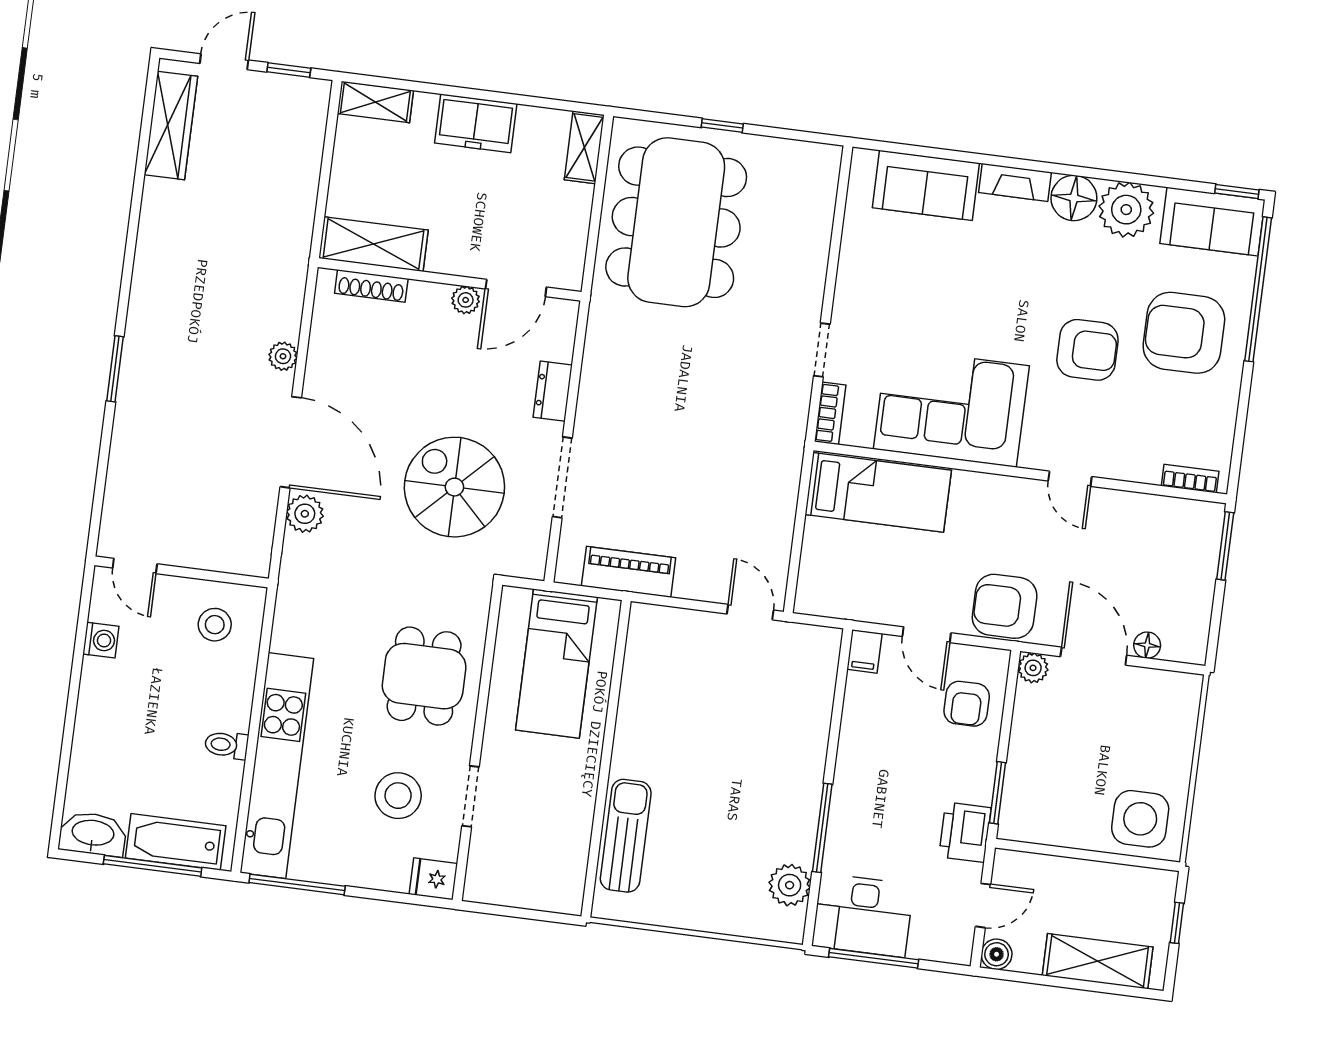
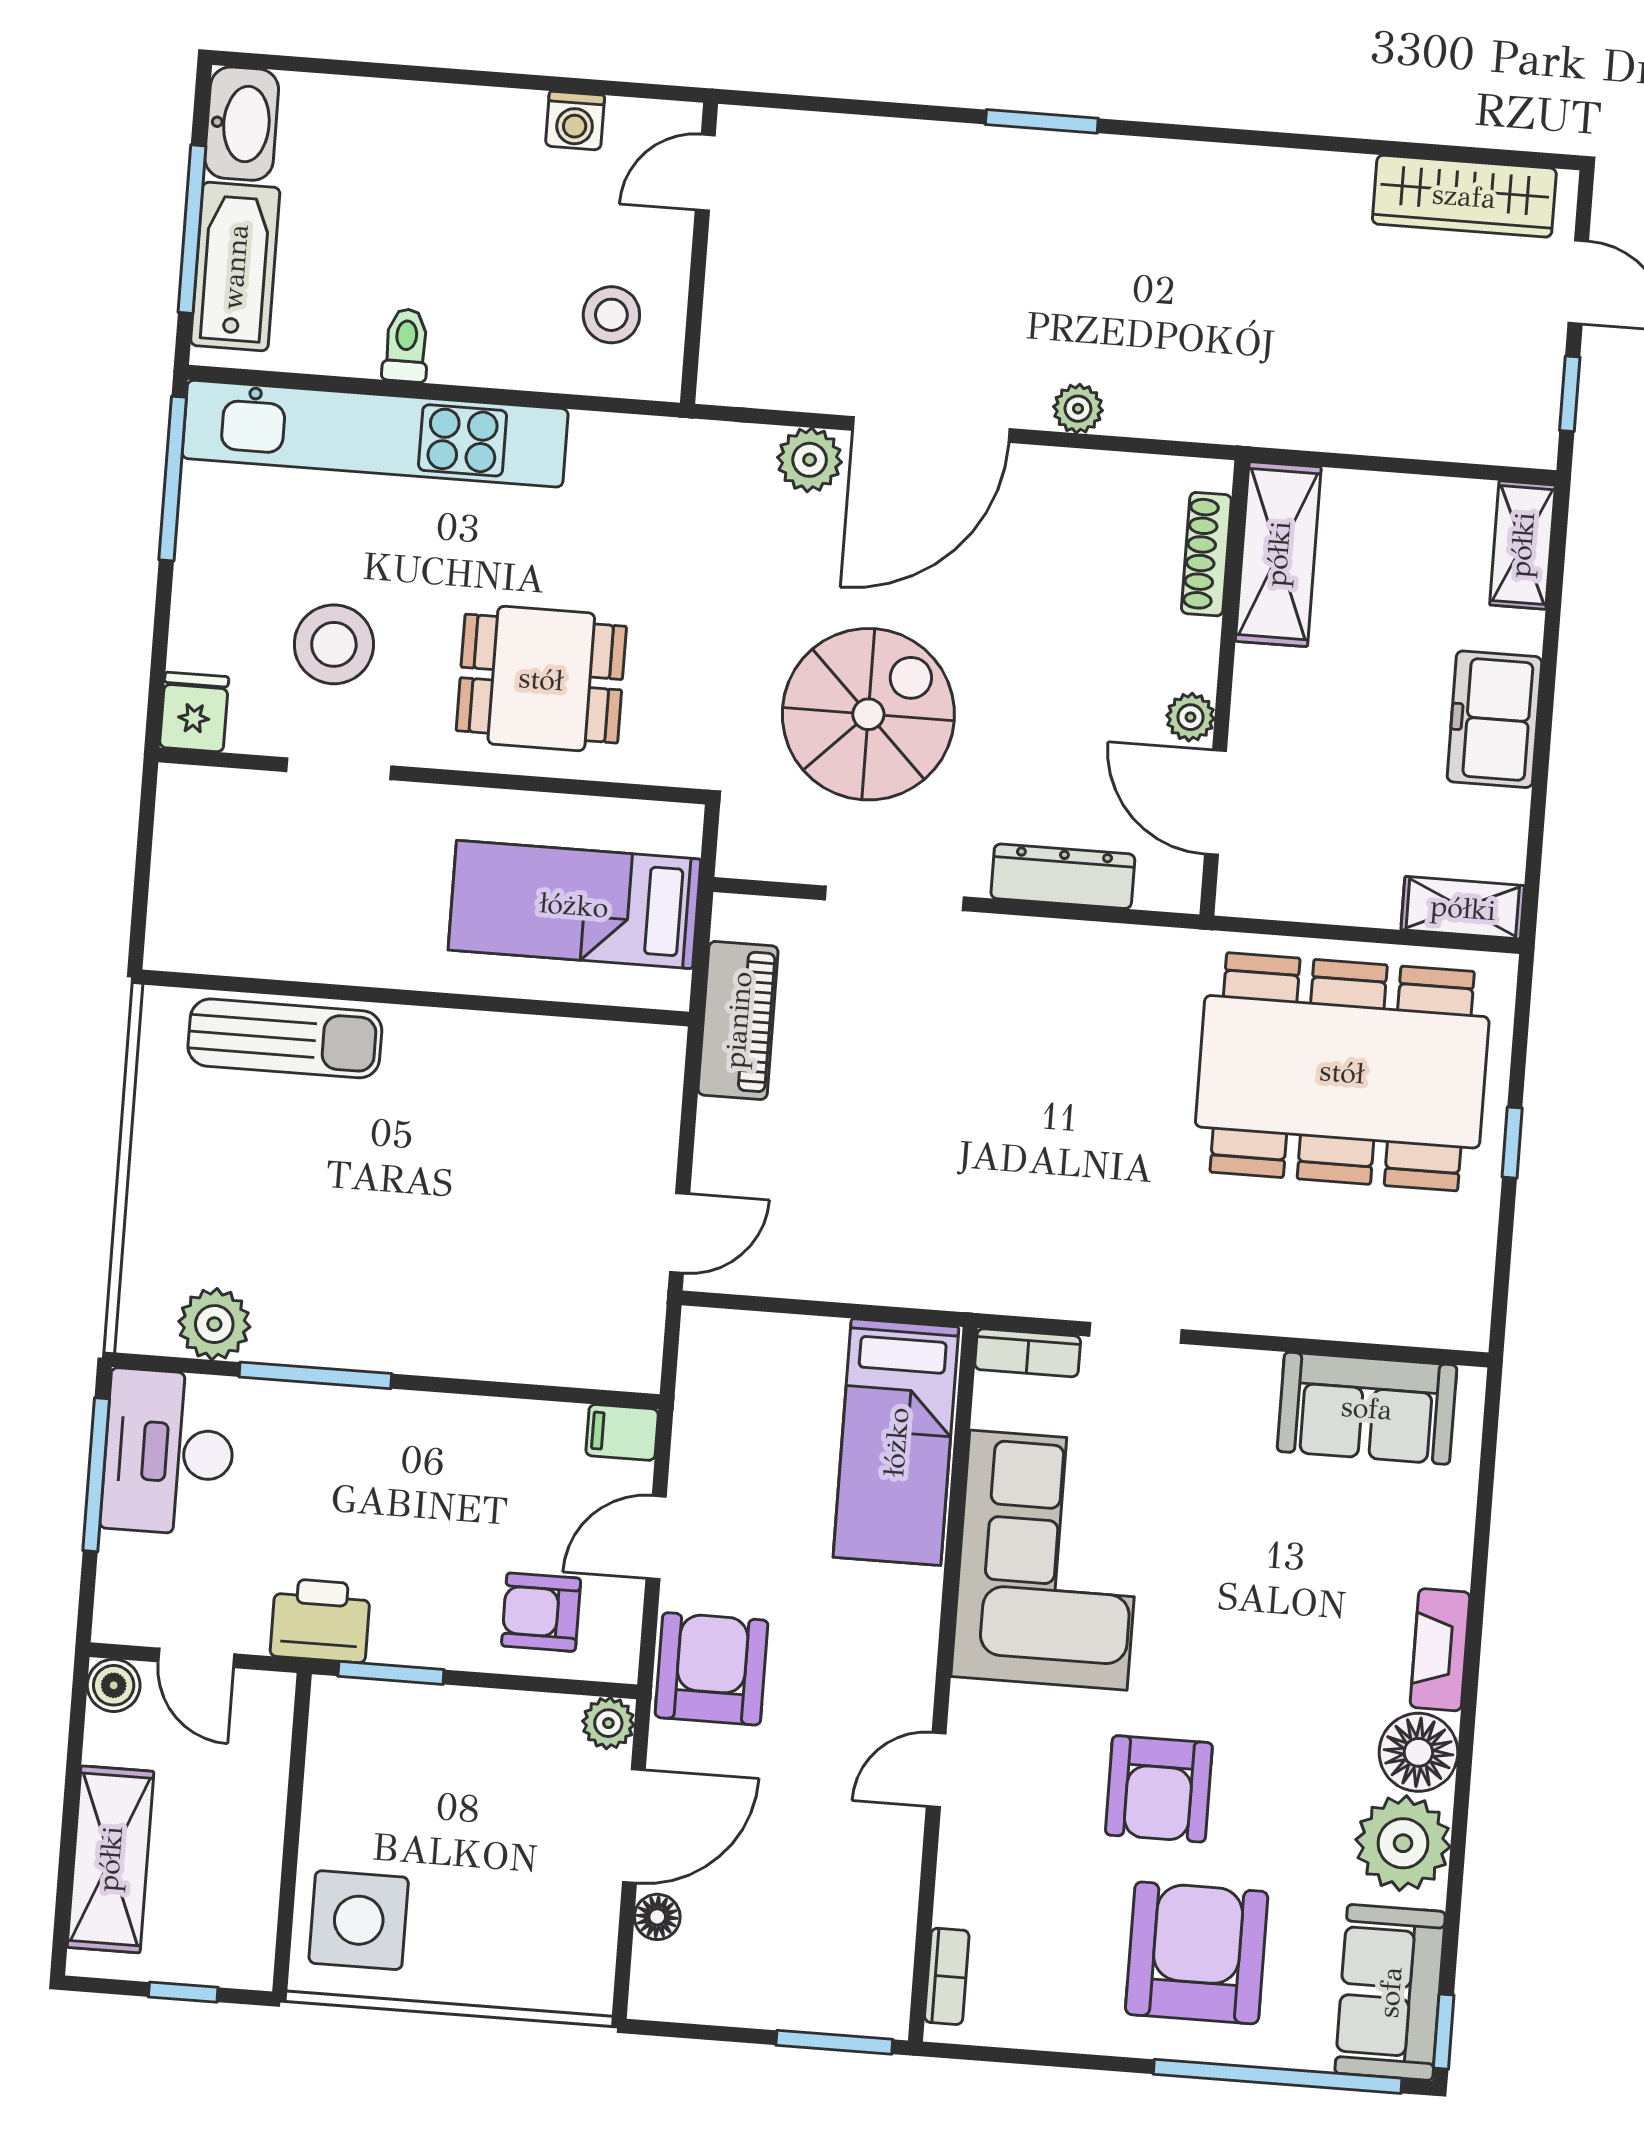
sofa: (926, 185) -> (1367, 1408), moved, turned -90
dresser: (553, 391) -> (1063, 876), width x1.44

